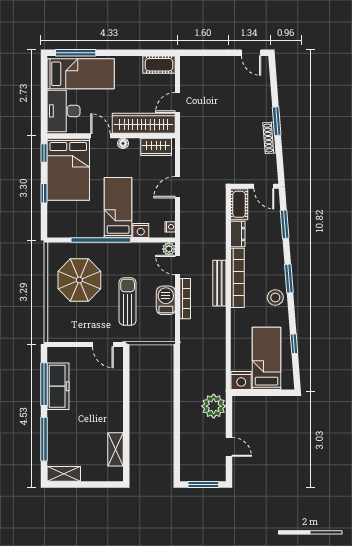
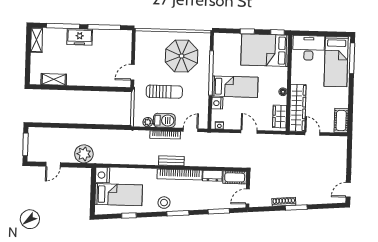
door: (100, 136) -> (289, 75), removed
plant: (169, 249) -> (148, 122), moved
bench: (219, 283) -> (171, 161), width x0.73
freezer: (58, 386) -> (80, 37), moved, width x0.71

